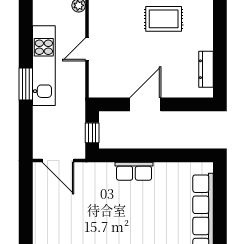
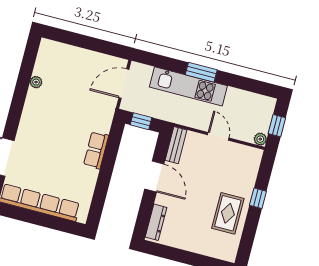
kitchen unit: (44, 66) -> (188, 86), moved
dresser: (206, 69) -> (156, 222), moved, turned 90
bench: (107, 90) -> (176, 145), added

